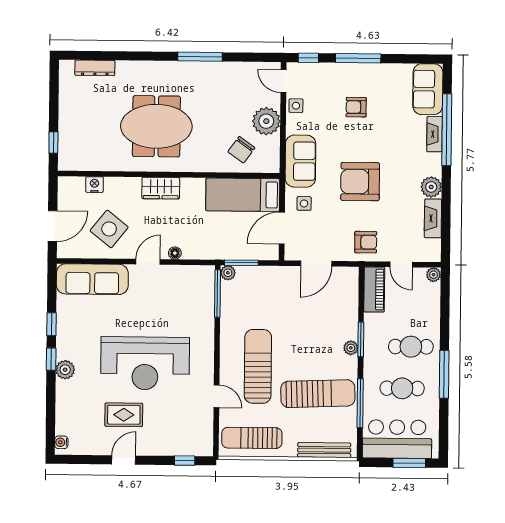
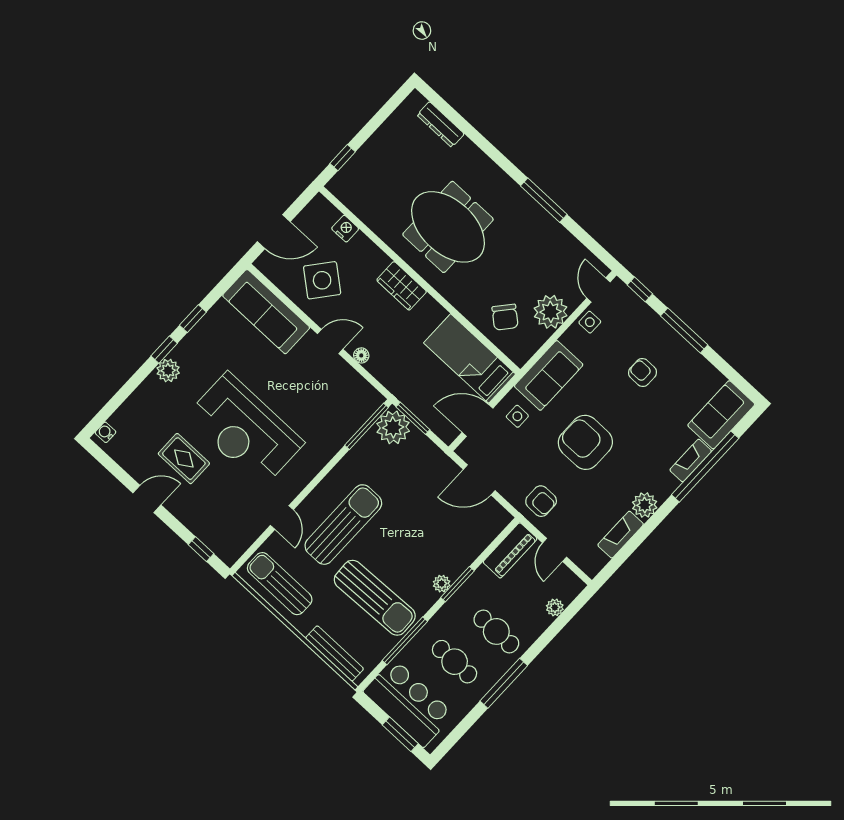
chair: (241, 150) -> (505, 317), turned -86
plant: (228, 273) -> (393, 427), width x1.87, depth x1.87
plant: (434, 275) -> (555, 607), moved

